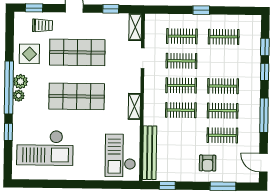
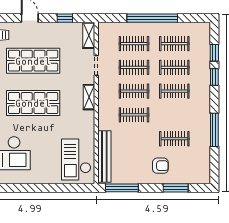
window: (201, 10) -> (152, 18), width x3.17
shelving: (134, 106) -> (89, 97), moved
clothes rail: (223, 111) -> (174, 67), moved
window: (264, 115) -> (214, 130), moved
armchair: (208, 163) -> (160, 166), turned -90
door: (263, 163) -> (214, 165), removed
window: (167, 185) -> (122, 188), width x2.17

